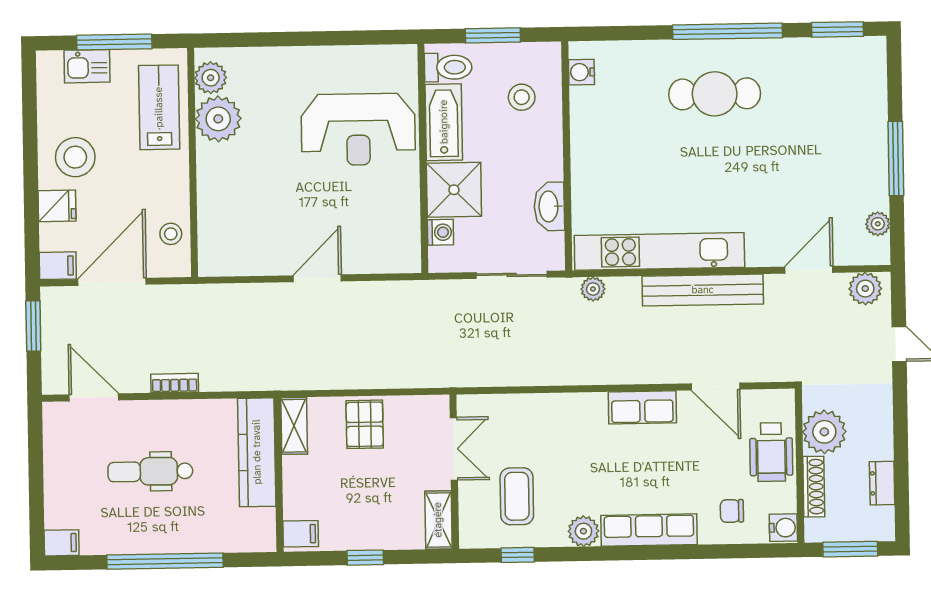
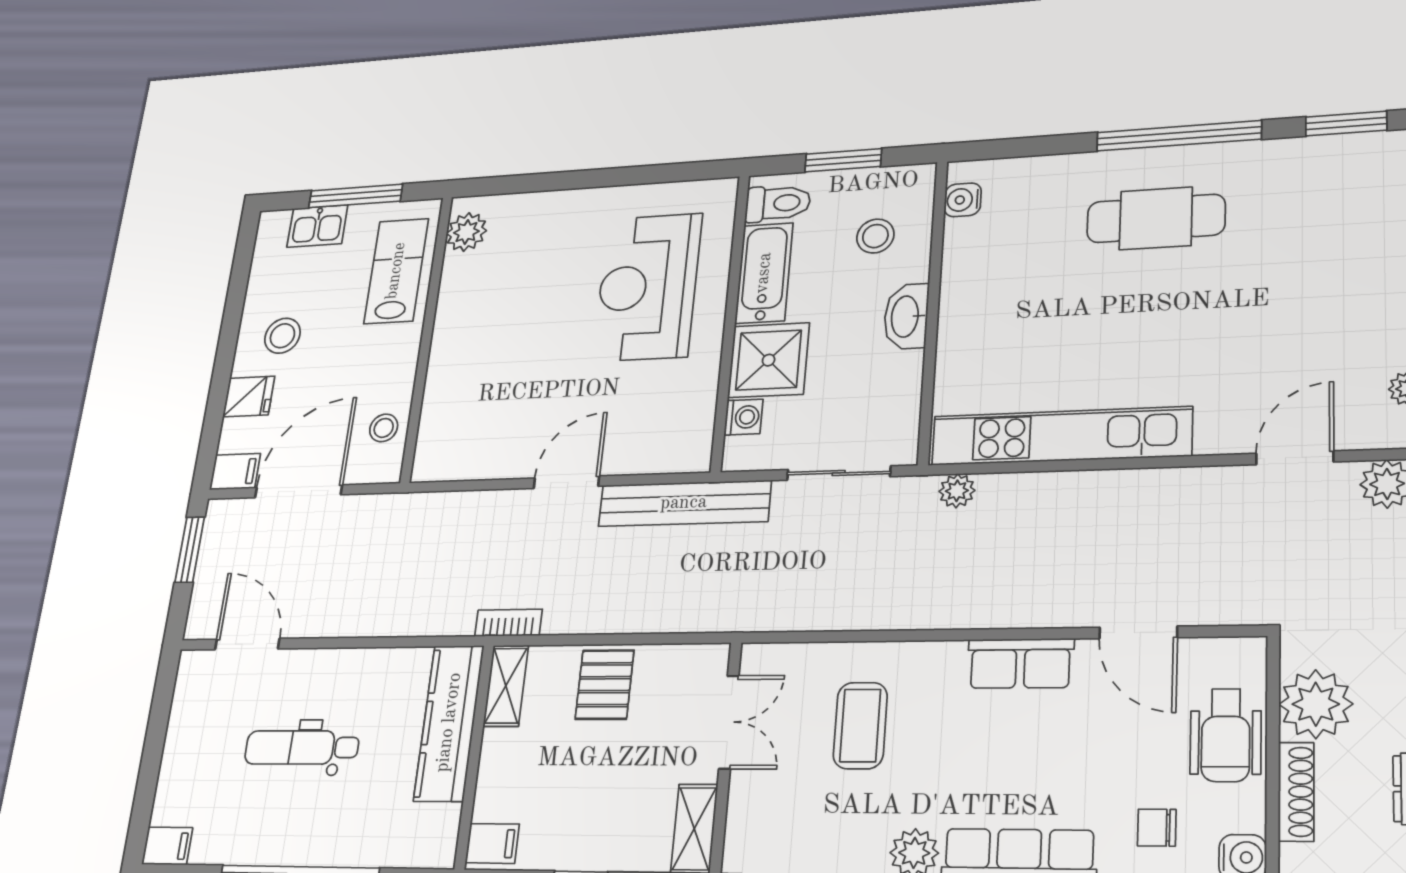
plant: (218, 119) -> (468, 282), removed
reception desk: (358, 129) -> (648, 287), turned 90
stool: (75, 157) -> (282, 336), width x0.73, depth x0.73
washbasin: (549, 206) -> (906, 316), moved
bench: (703, 290) -> (684, 503), moved
bookcase: (175, 383) -> (509, 623), moved
coffee table: (517, 496) -> (860, 726), moved

